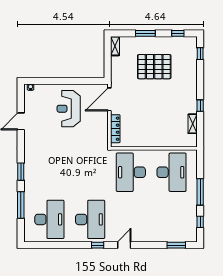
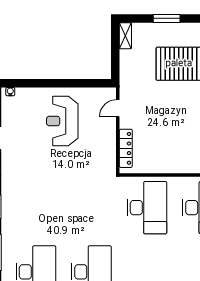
door: (109, 99) -> (118, 108), width x0.53
desk: (131, 172) -> (147, 208), turned 180

